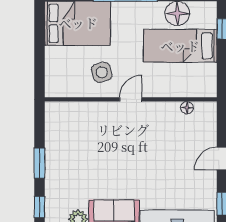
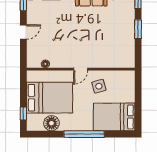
bed: (180, 46) -> (50, 98), width x1.50

